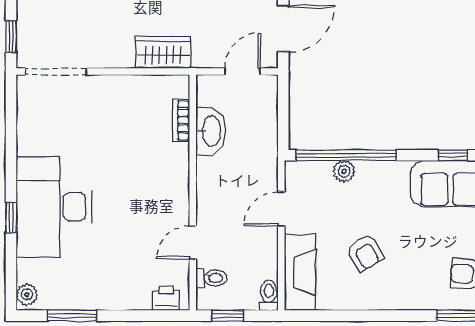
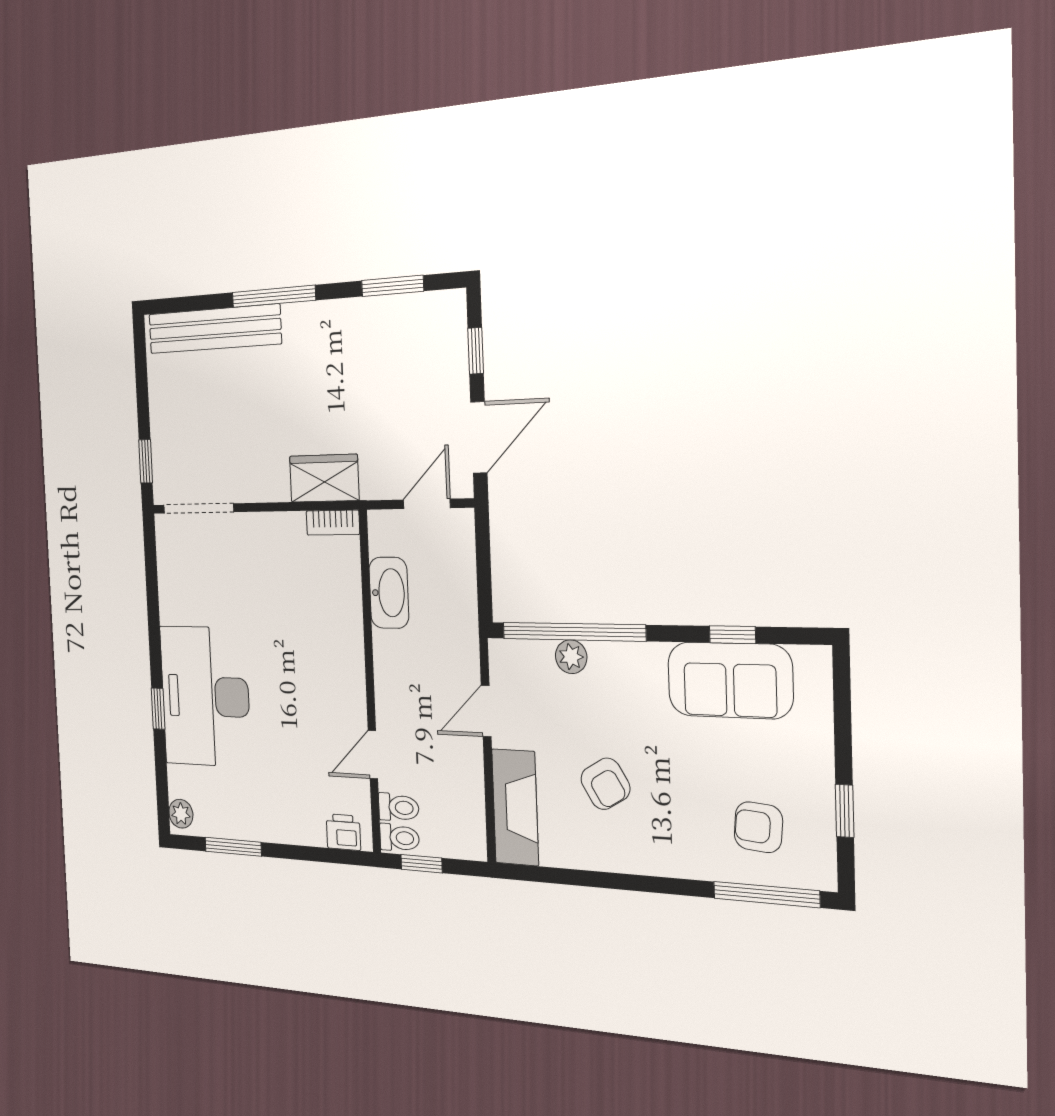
bookcase: (181, 120) -> (333, 523), moved, turned -90
toilet: (269, 295) -> (399, 838), moved, turned 90

